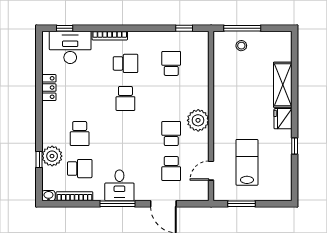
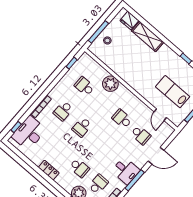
school desk: (125, 63) -> (63, 111), turned 180
locker: (49, 88) -> (49, 170), moved
school desk: (125, 98) -> (82, 127), turned 90
fridge: (283, 119) -> (129, 21), moved
plant: (198, 120) -> (110, 84), moved

